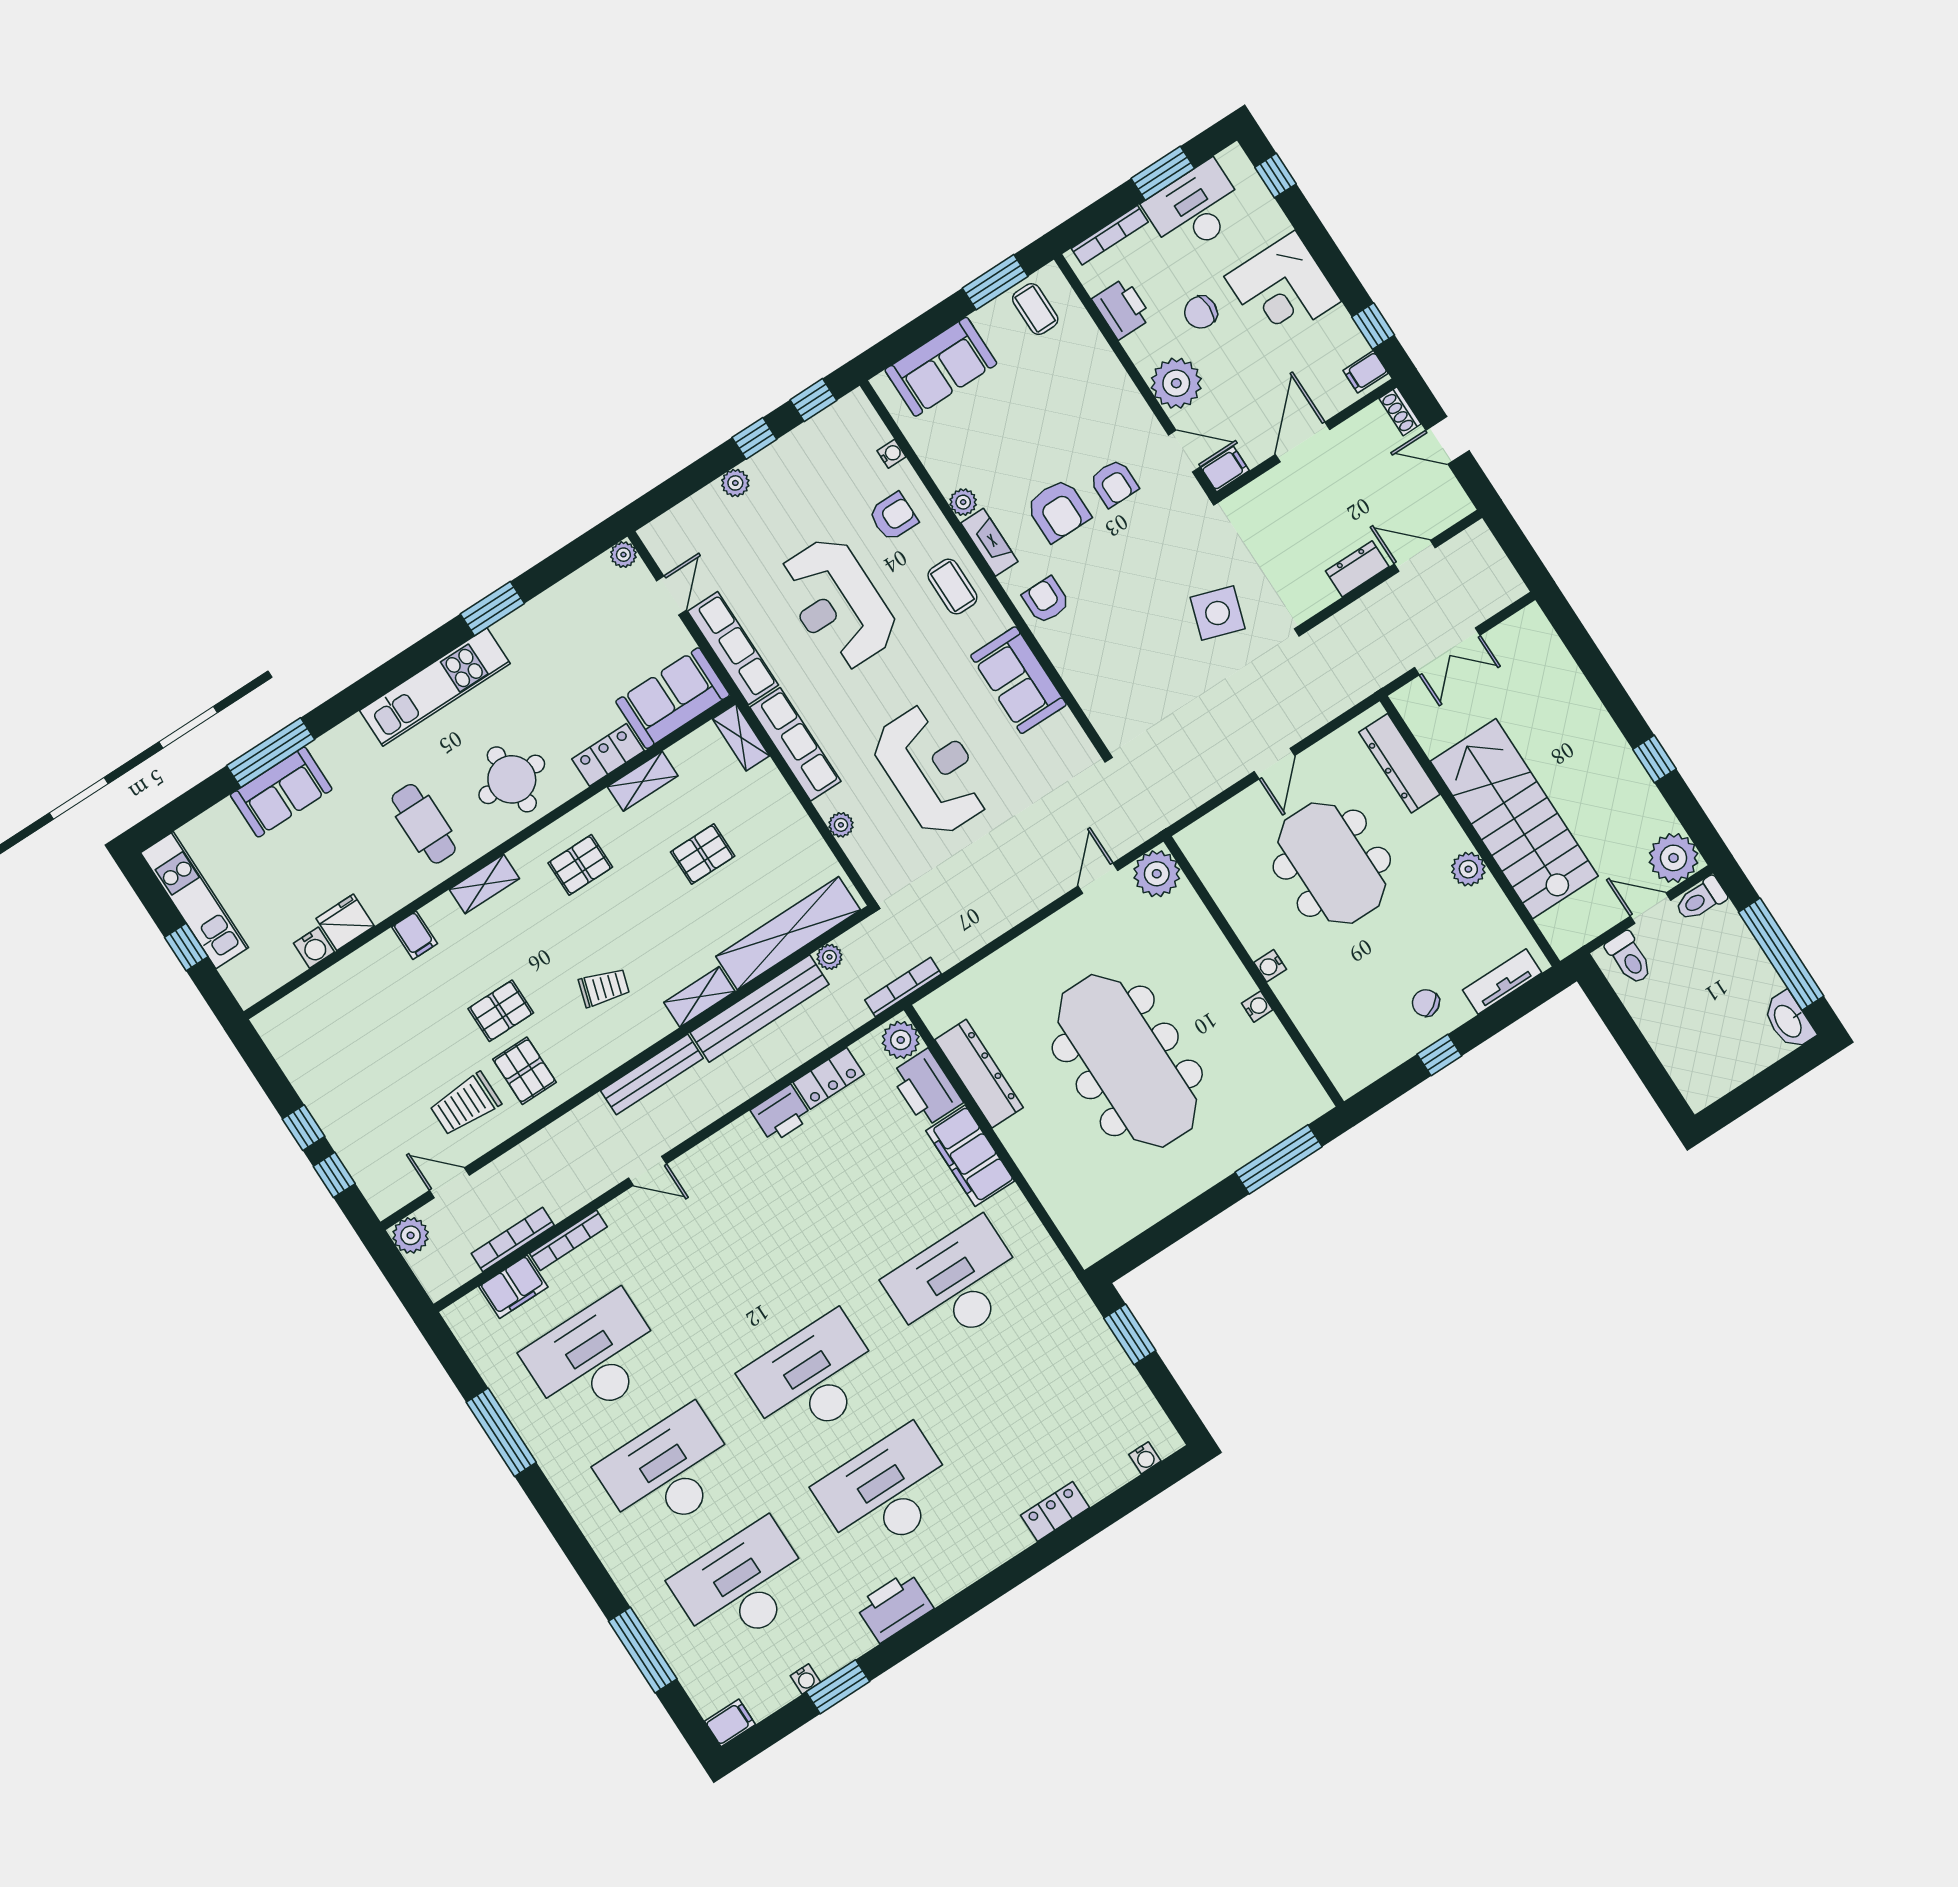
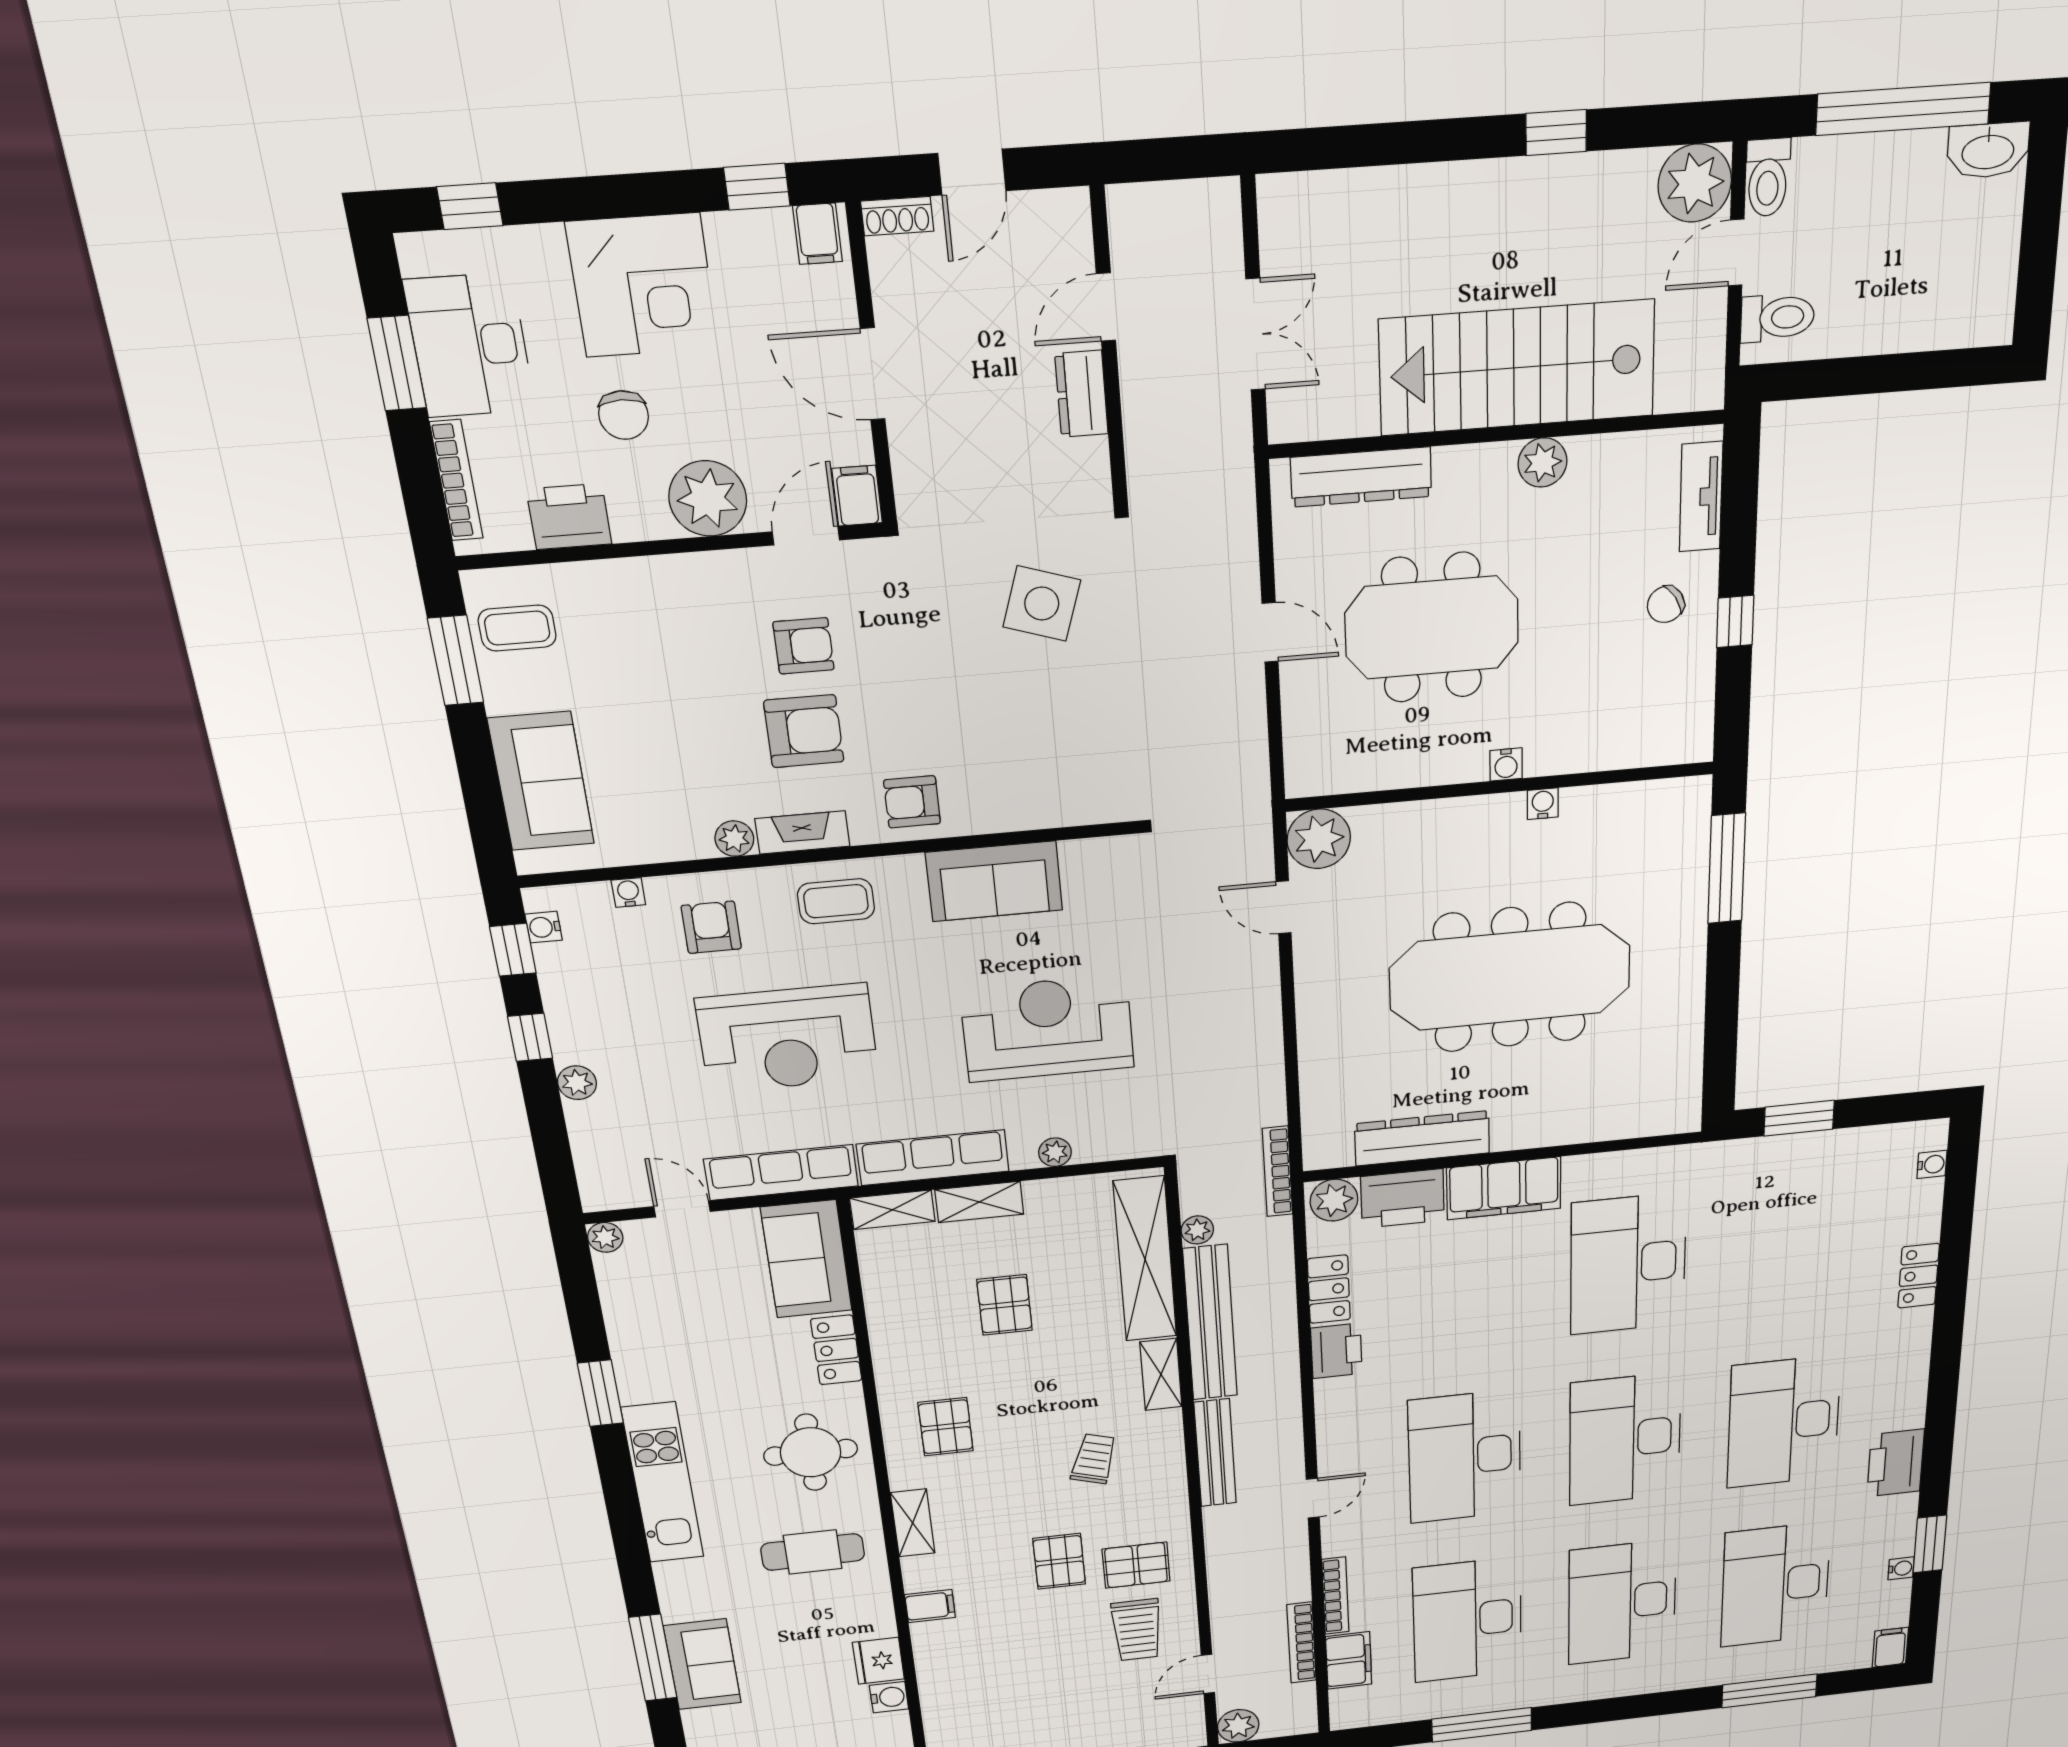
water cooler: (840, 412) -> (544, 927), added
shelving: (643, 781) -> (979, 1202), moved, turned 90
desk: (739, 1265) -> (1465, 1457), added

